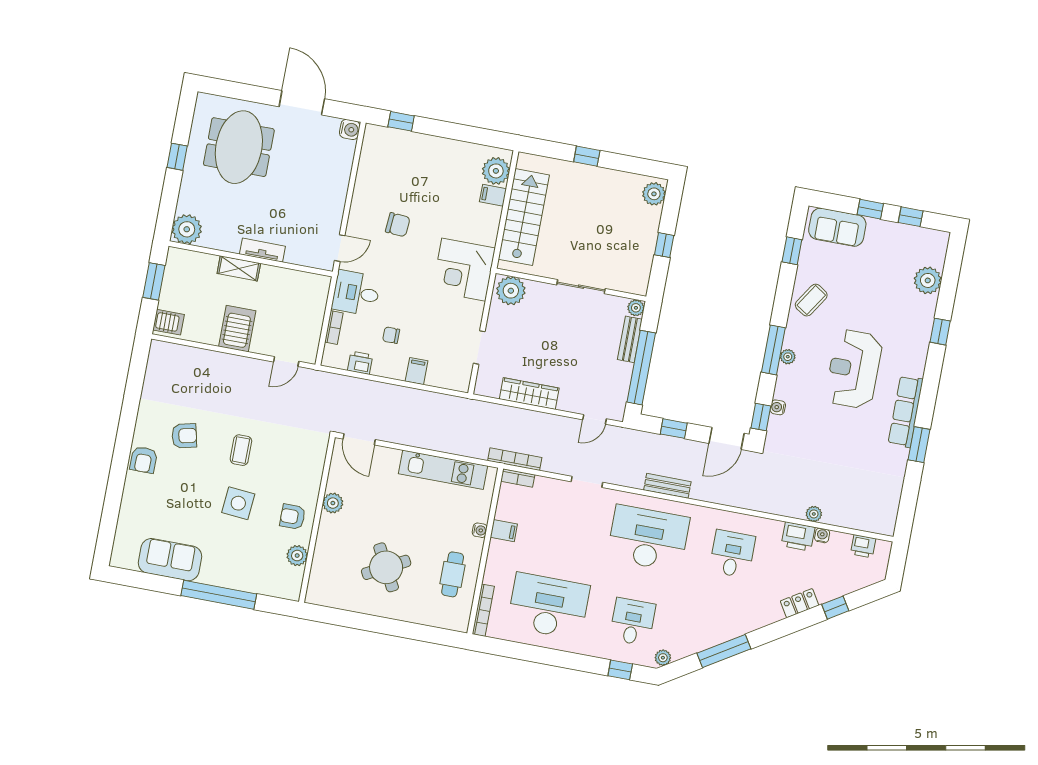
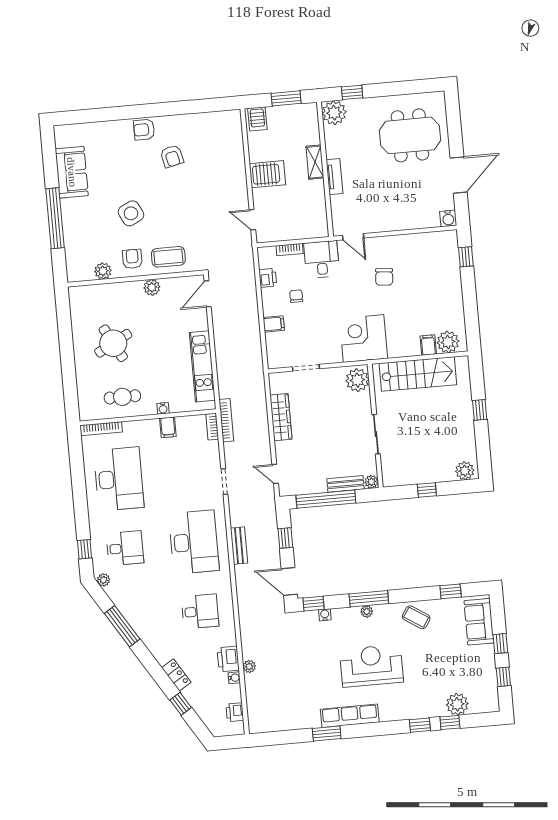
window: (177, 157) -> (352, 92), moved
window: (947, 295) -> (450, 723), added
coffee table: (241, 450) -> (168, 257), moved, width x1.36, depth x1.30
side table: (238, 503) -> (131, 213), turned -31

